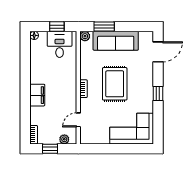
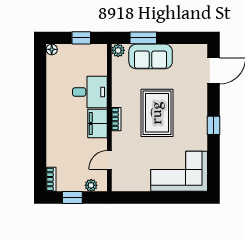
sofa: (116, 41) -> (151, 56), width x0.73
desk: (60, 44) -> (90, 92), moved, turned 90
filing cabinet: (37, 95) -> (97, 123), moved, turned 180

